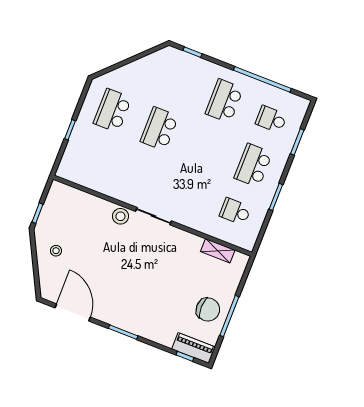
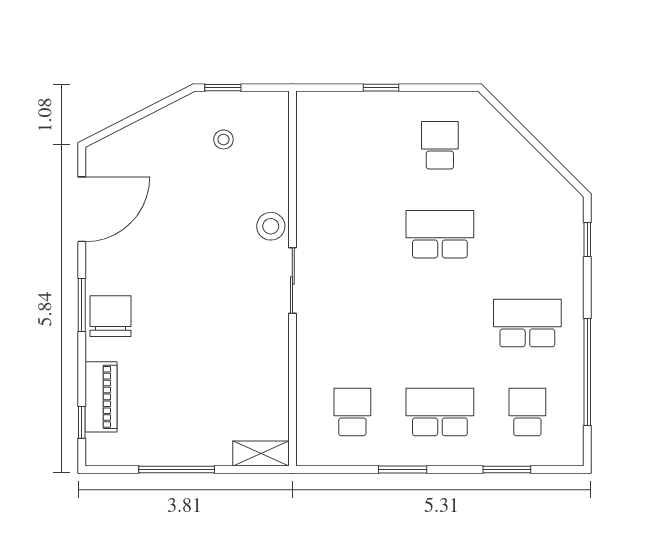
school desk: (112, 110) -> (440, 145), width x0.54
stool: (56, 251) -> (223, 139), moved
shelving: (218, 251) -> (261, 454), moved, turned 90
chair: (208, 310) -> (110, 316), moved, turned 180
piano: (193, 348) -> (101, 397), moved

